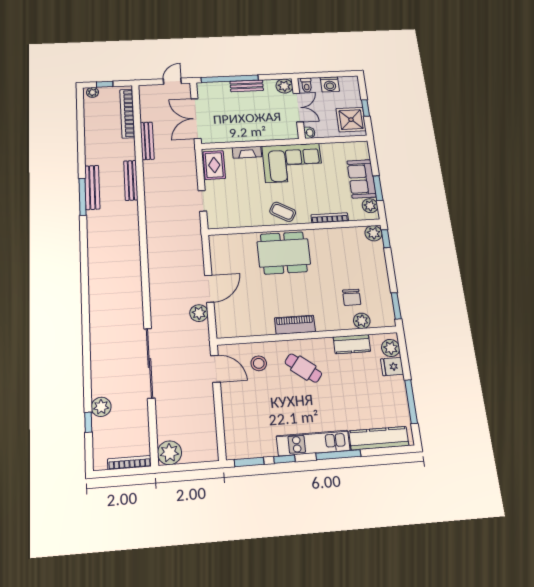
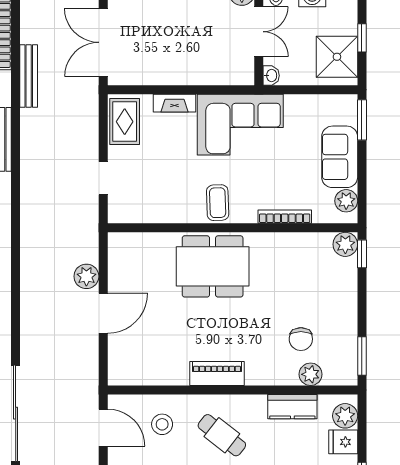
window: (378, 188) -> (362, 120), moved
coffee table: (283, 212) -> (218, 203), turned 58
plant: (199, 313) -> (86, 276), moved

